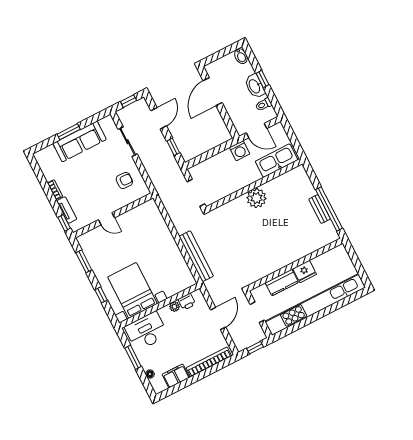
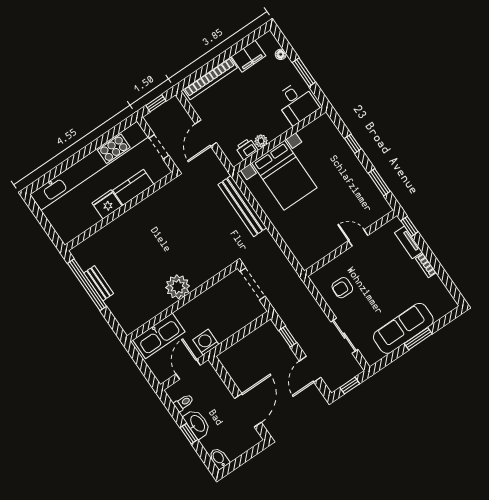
door: (256, 131) -> (188, 369), hinge flipped
bed with nightstands: (133, 290) -> (284, 175), moved
desk: (146, 331) -> (297, 103), width x0.73

